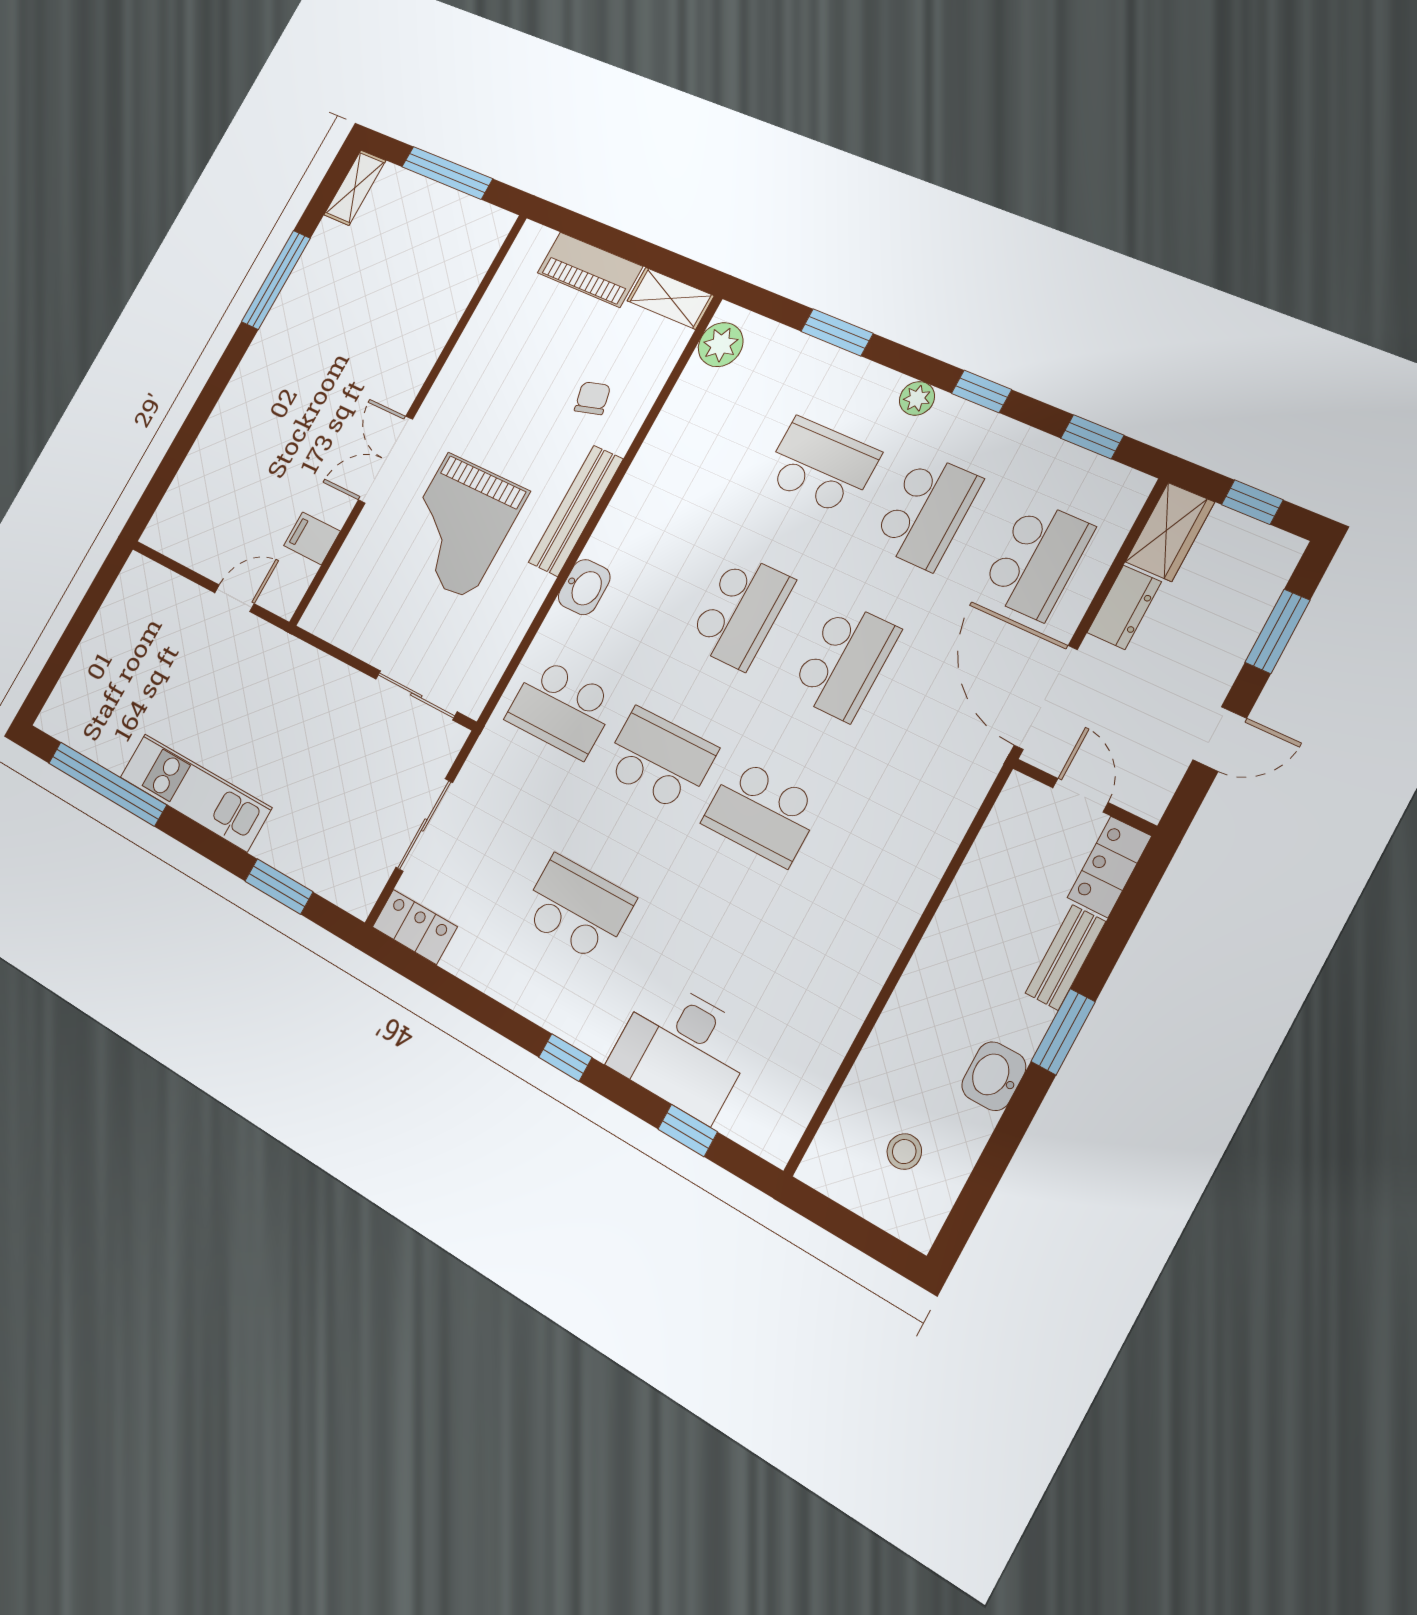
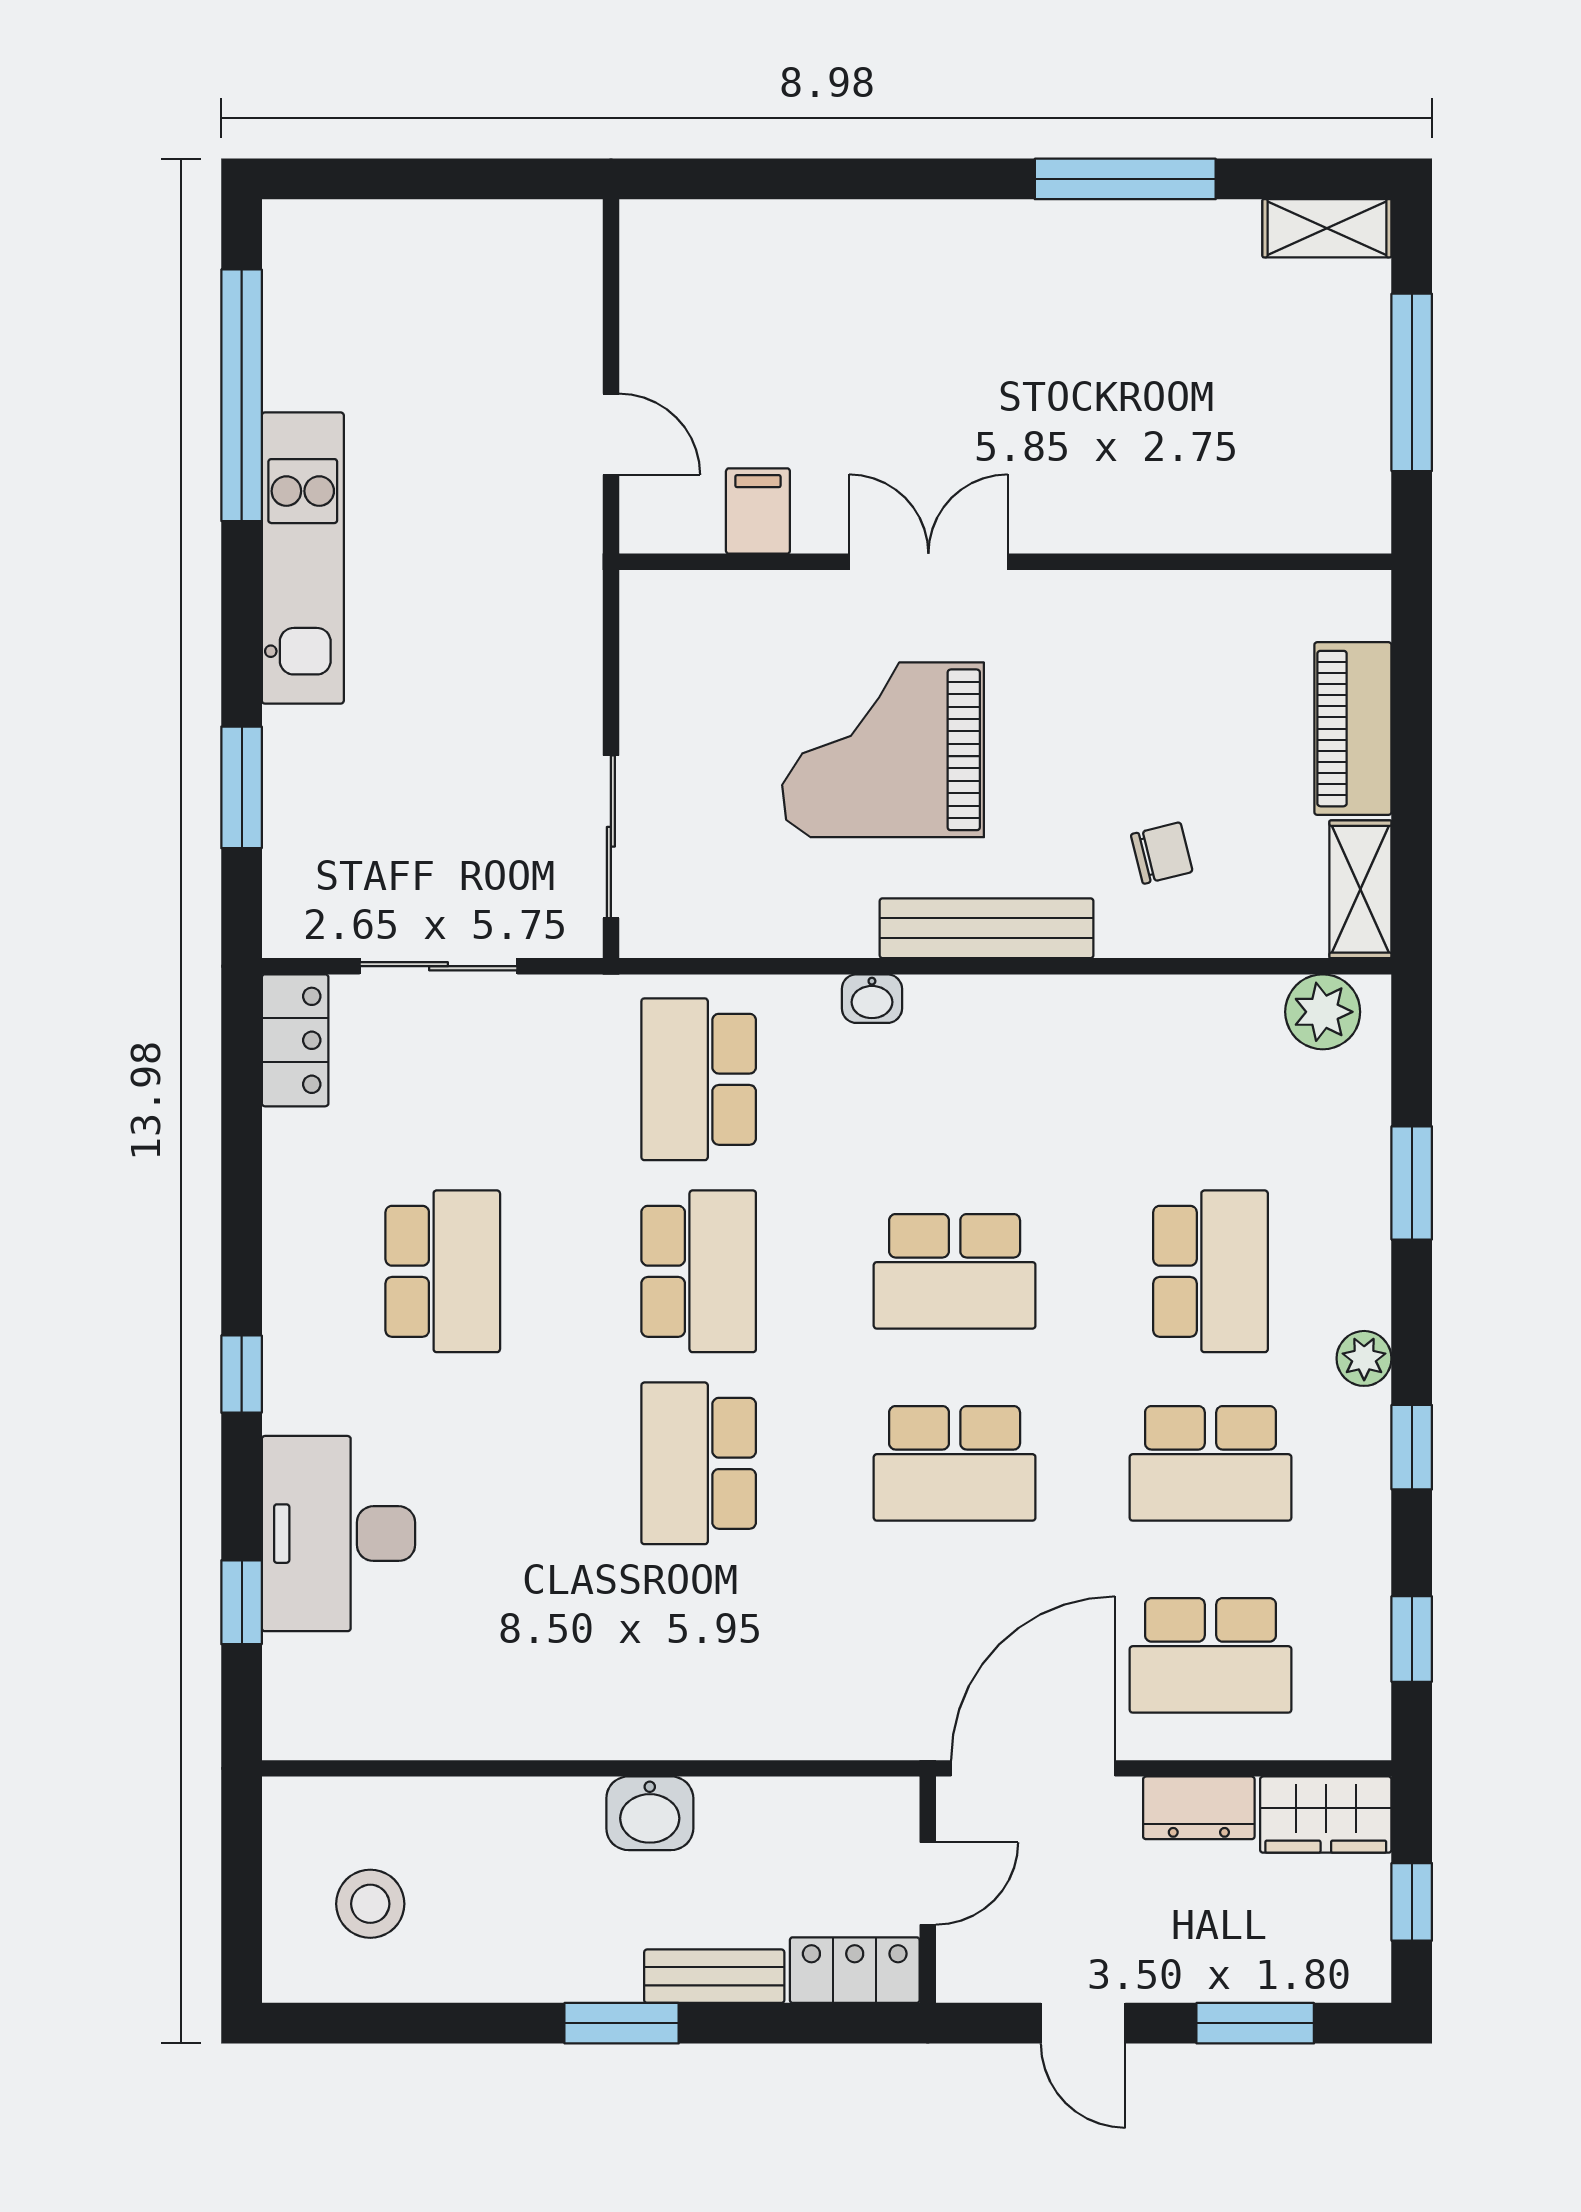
washbasin: (584, 587) -> (872, 999), width x0.72, depth x0.69
washbasin: (994, 1076) -> (650, 1813), moved, turned 180
stool: (904, 1152) -> (370, 1904), width x1.37, depth x1.37

